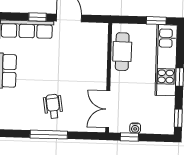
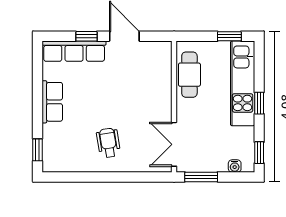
water cooler: (135, 128) -> (235, 166), moved
window: (49, 135) -> (104, 177), removed
window: (129, 137) -> (201, 177), width x1.50

